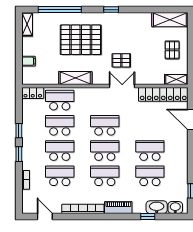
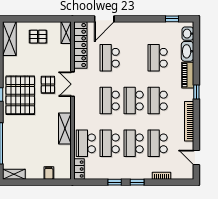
pallet: (81, 40) -> (20, 95), moved
school desk: (150, 151) -> (110, 58), moved
piano: (118, 208) -> (188, 75), moved
door: (45, 217) -> (196, 158), hinge flipped
window: (148, 217) -> (196, 92), moved

